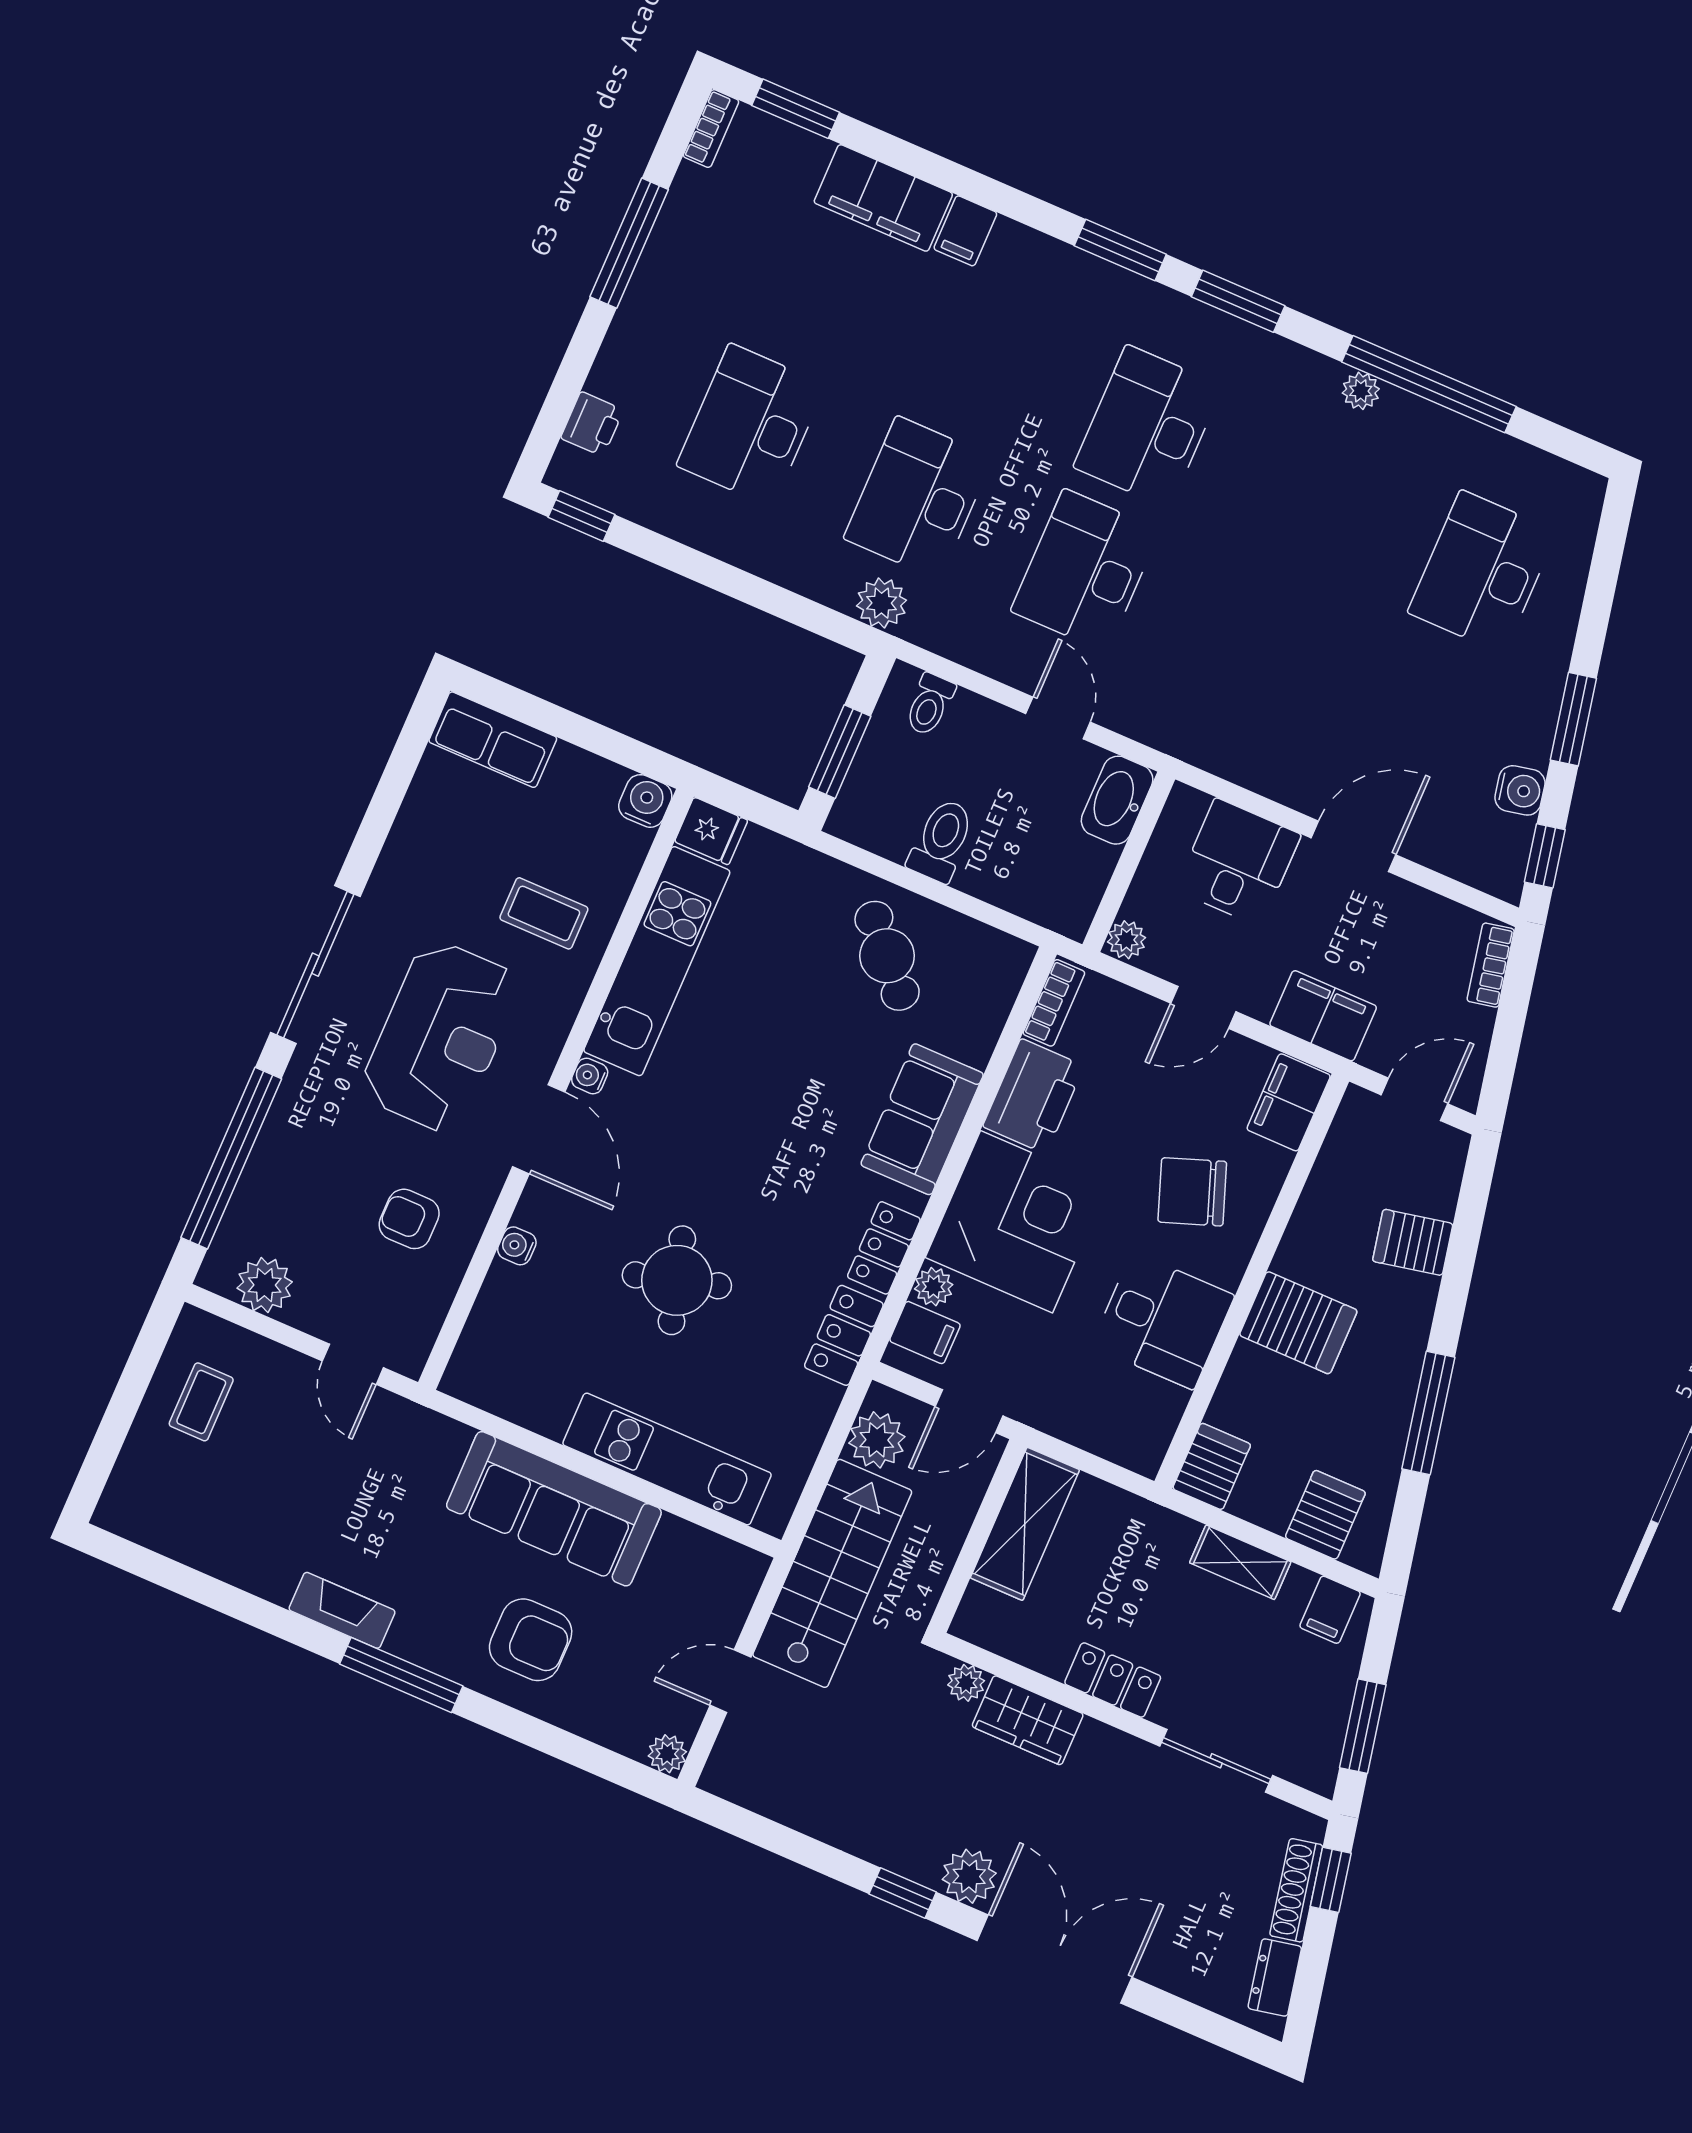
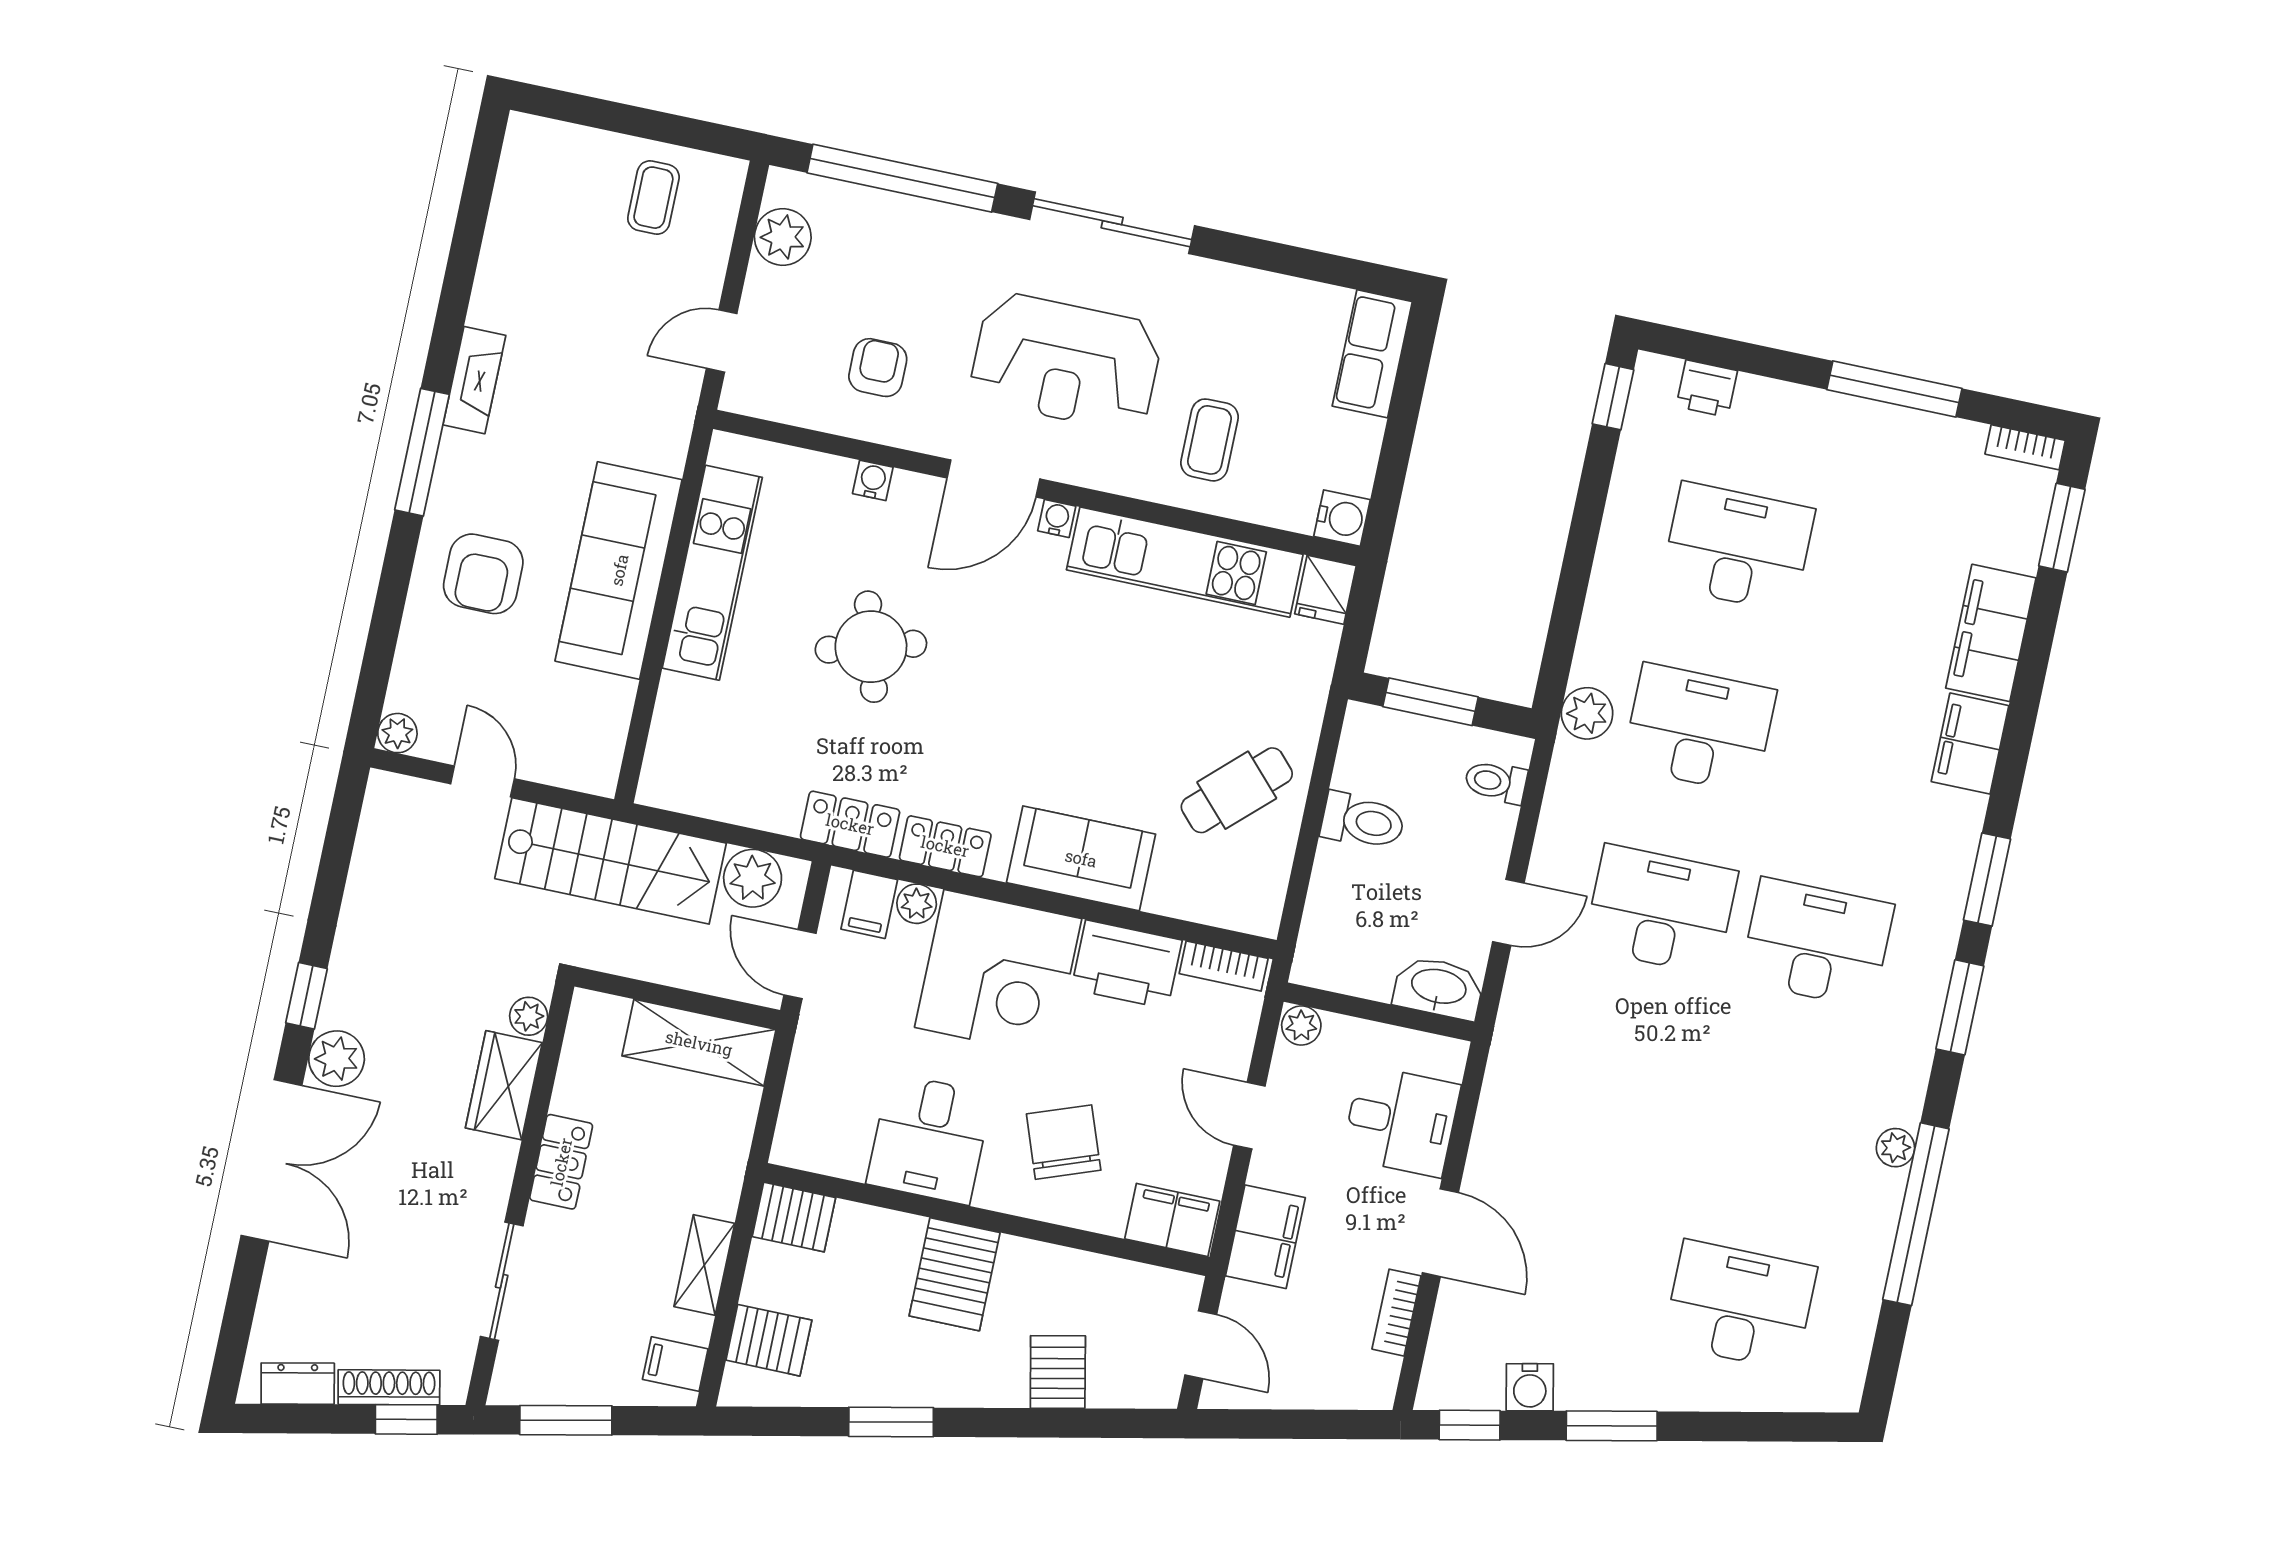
filing cabinet: (965, 231) -> (1970, 744), width x2.00
bookcase: (1491, 965) -> (1397, 1313), moved, turned -78
coffee table: (201, 1402) -> (653, 198), turned 90
window: (1428, 1413) -> (891, 1422), width x0.69
kitchen unit: (667, 1459) -> (712, 573), moved

